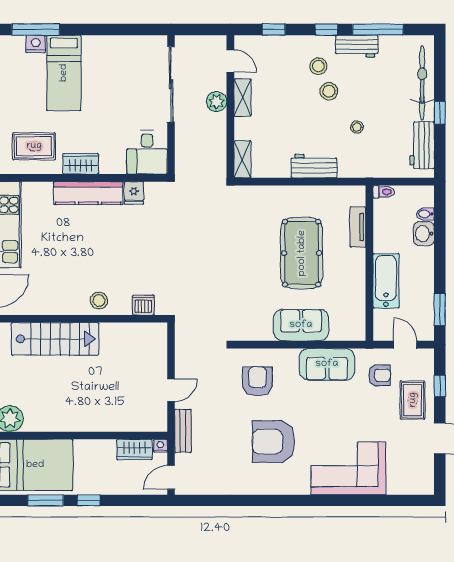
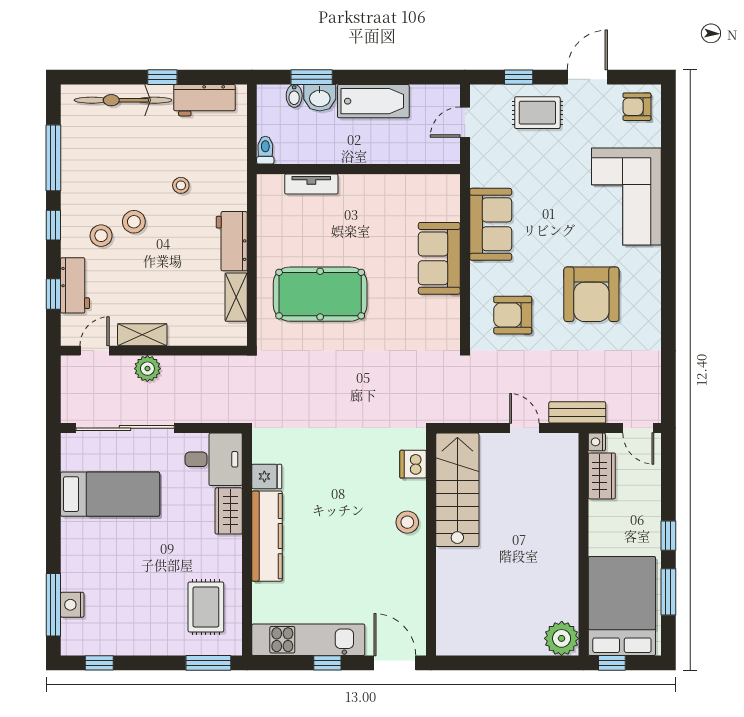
workbench: (357, 46) -> (75, 285), moved
bed: (64, 73) -> (110, 494), moved
shelving: (242, 159) -> (236, 297), moved, turned 90
wardrobe: (81, 164) -> (229, 511), moved
pool table: (302, 253) -> (320, 294), moved
bathtub: (386, 281) -> (373, 101), moved, turned 180
window: (440, 310) -> (312, 77), moved
stairs: (55, 339) -> (457, 490), moved
armchair: (379, 375) -> (637, 107), moved, turned -90

